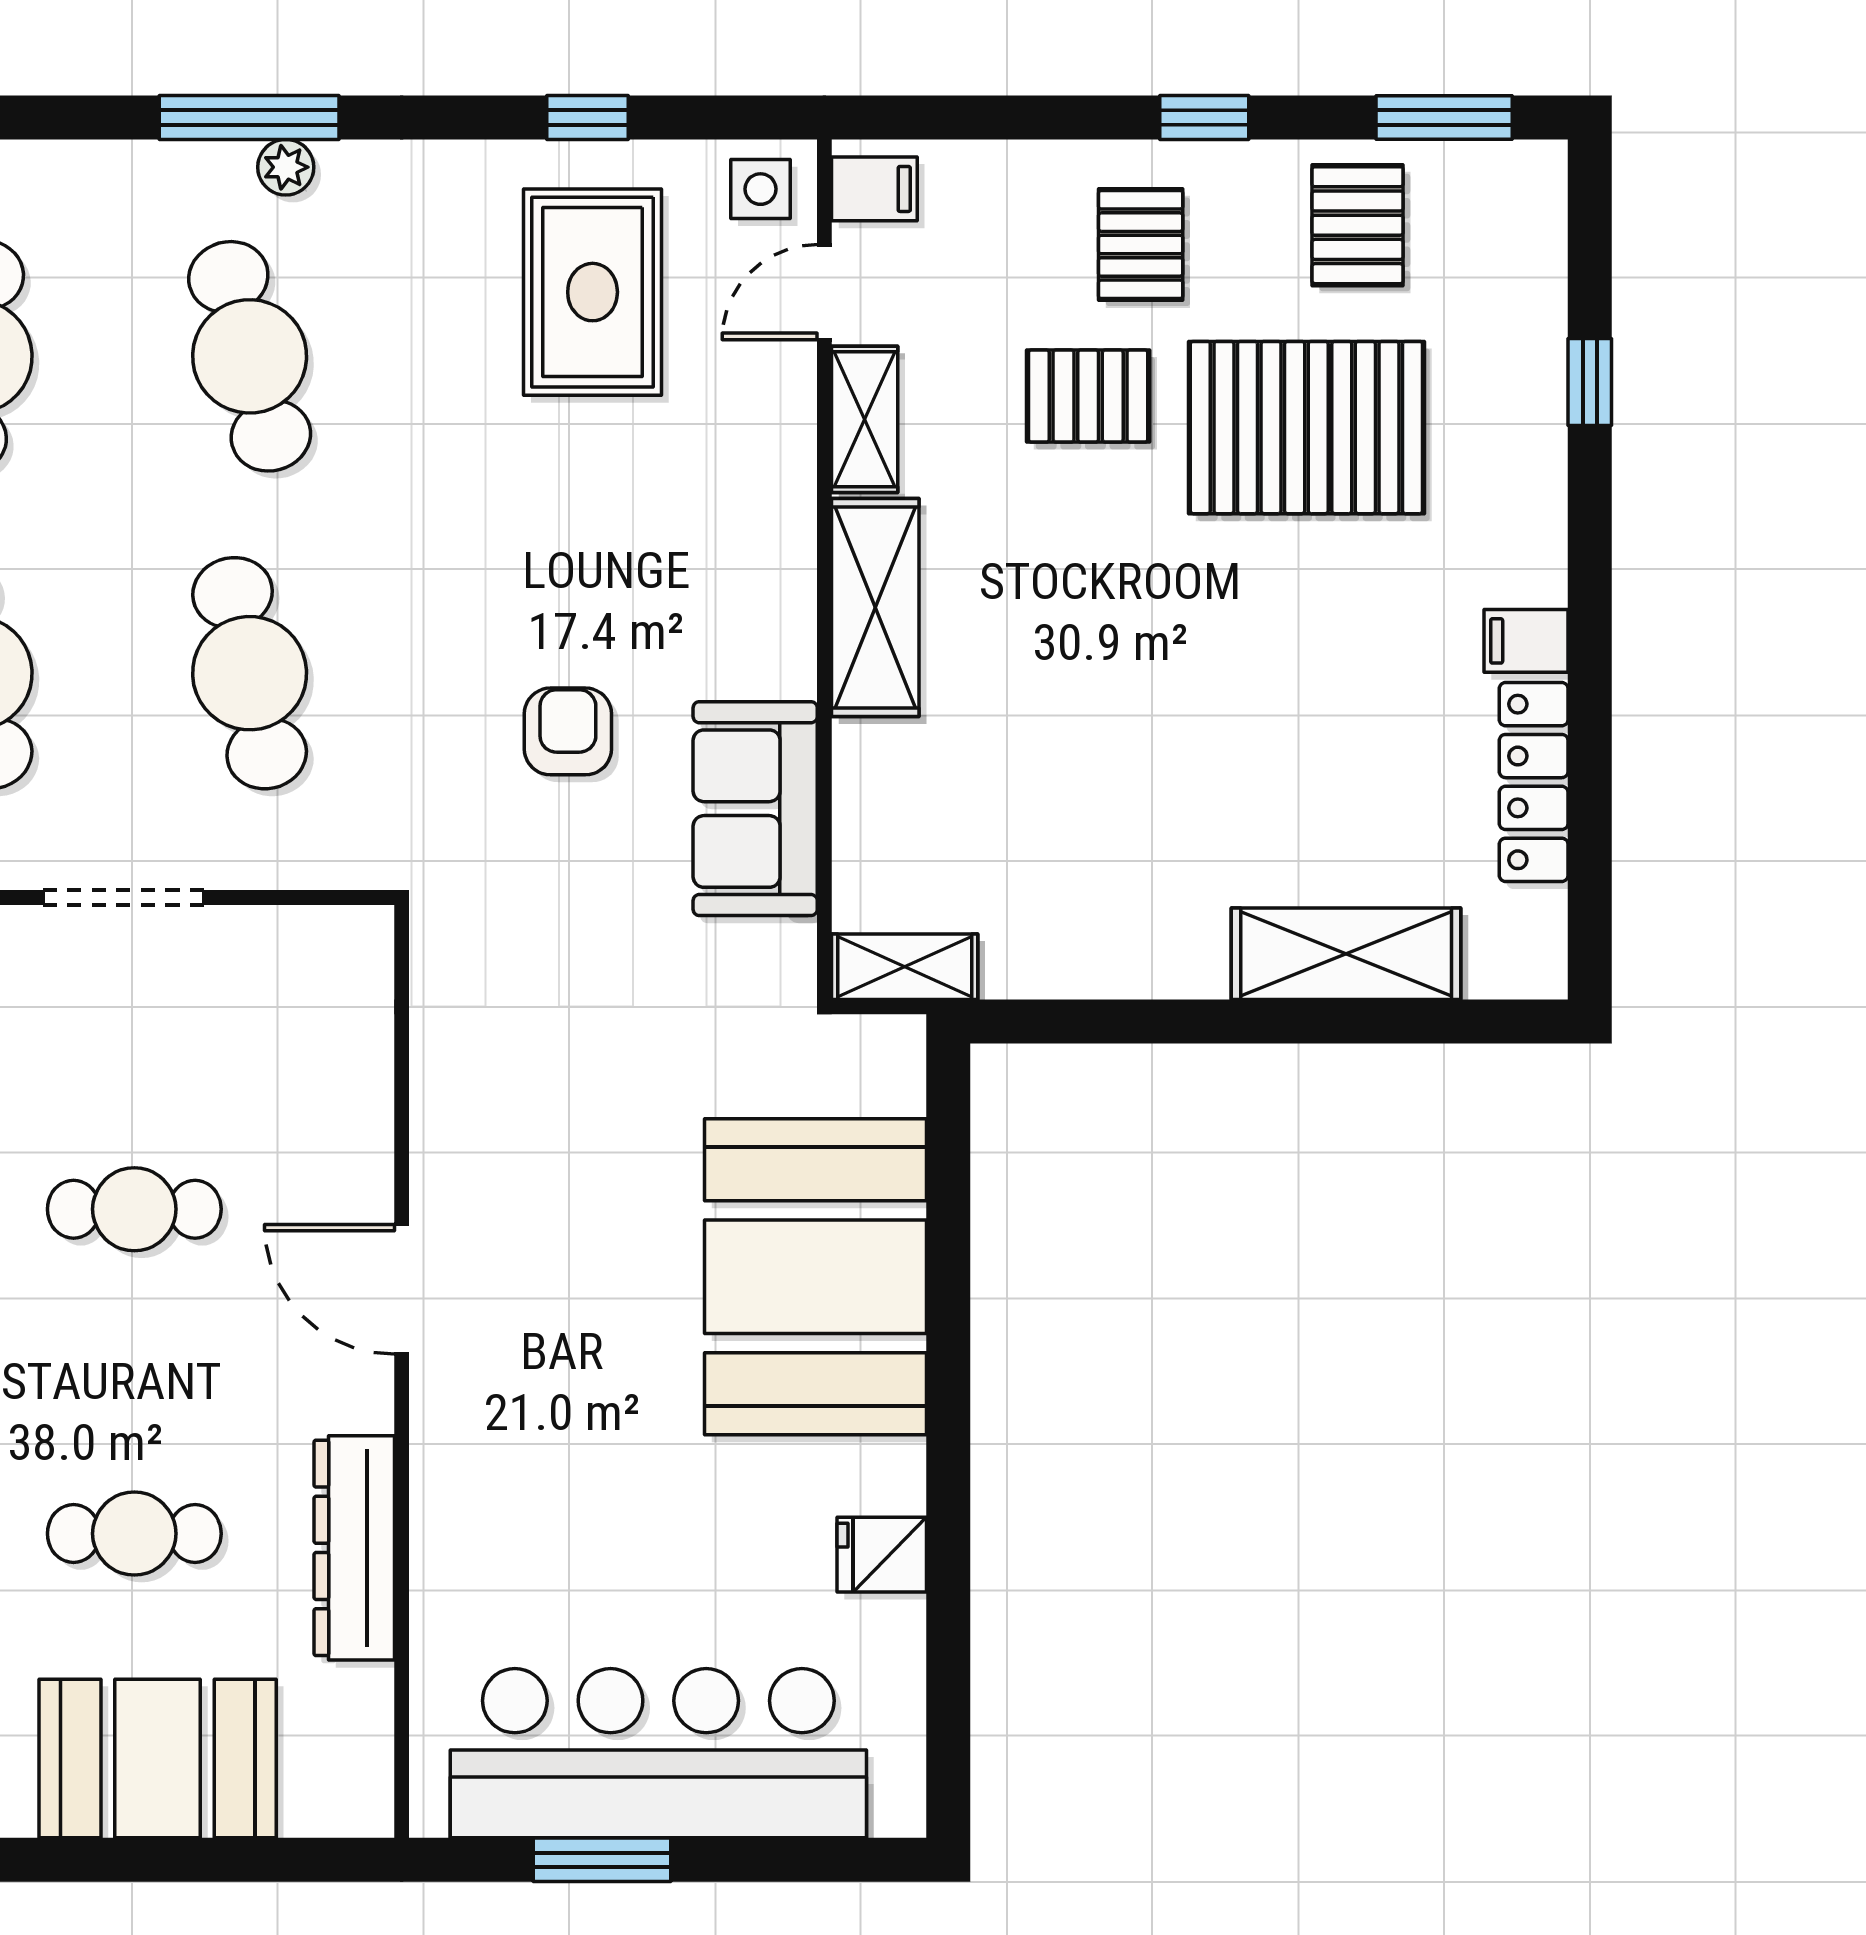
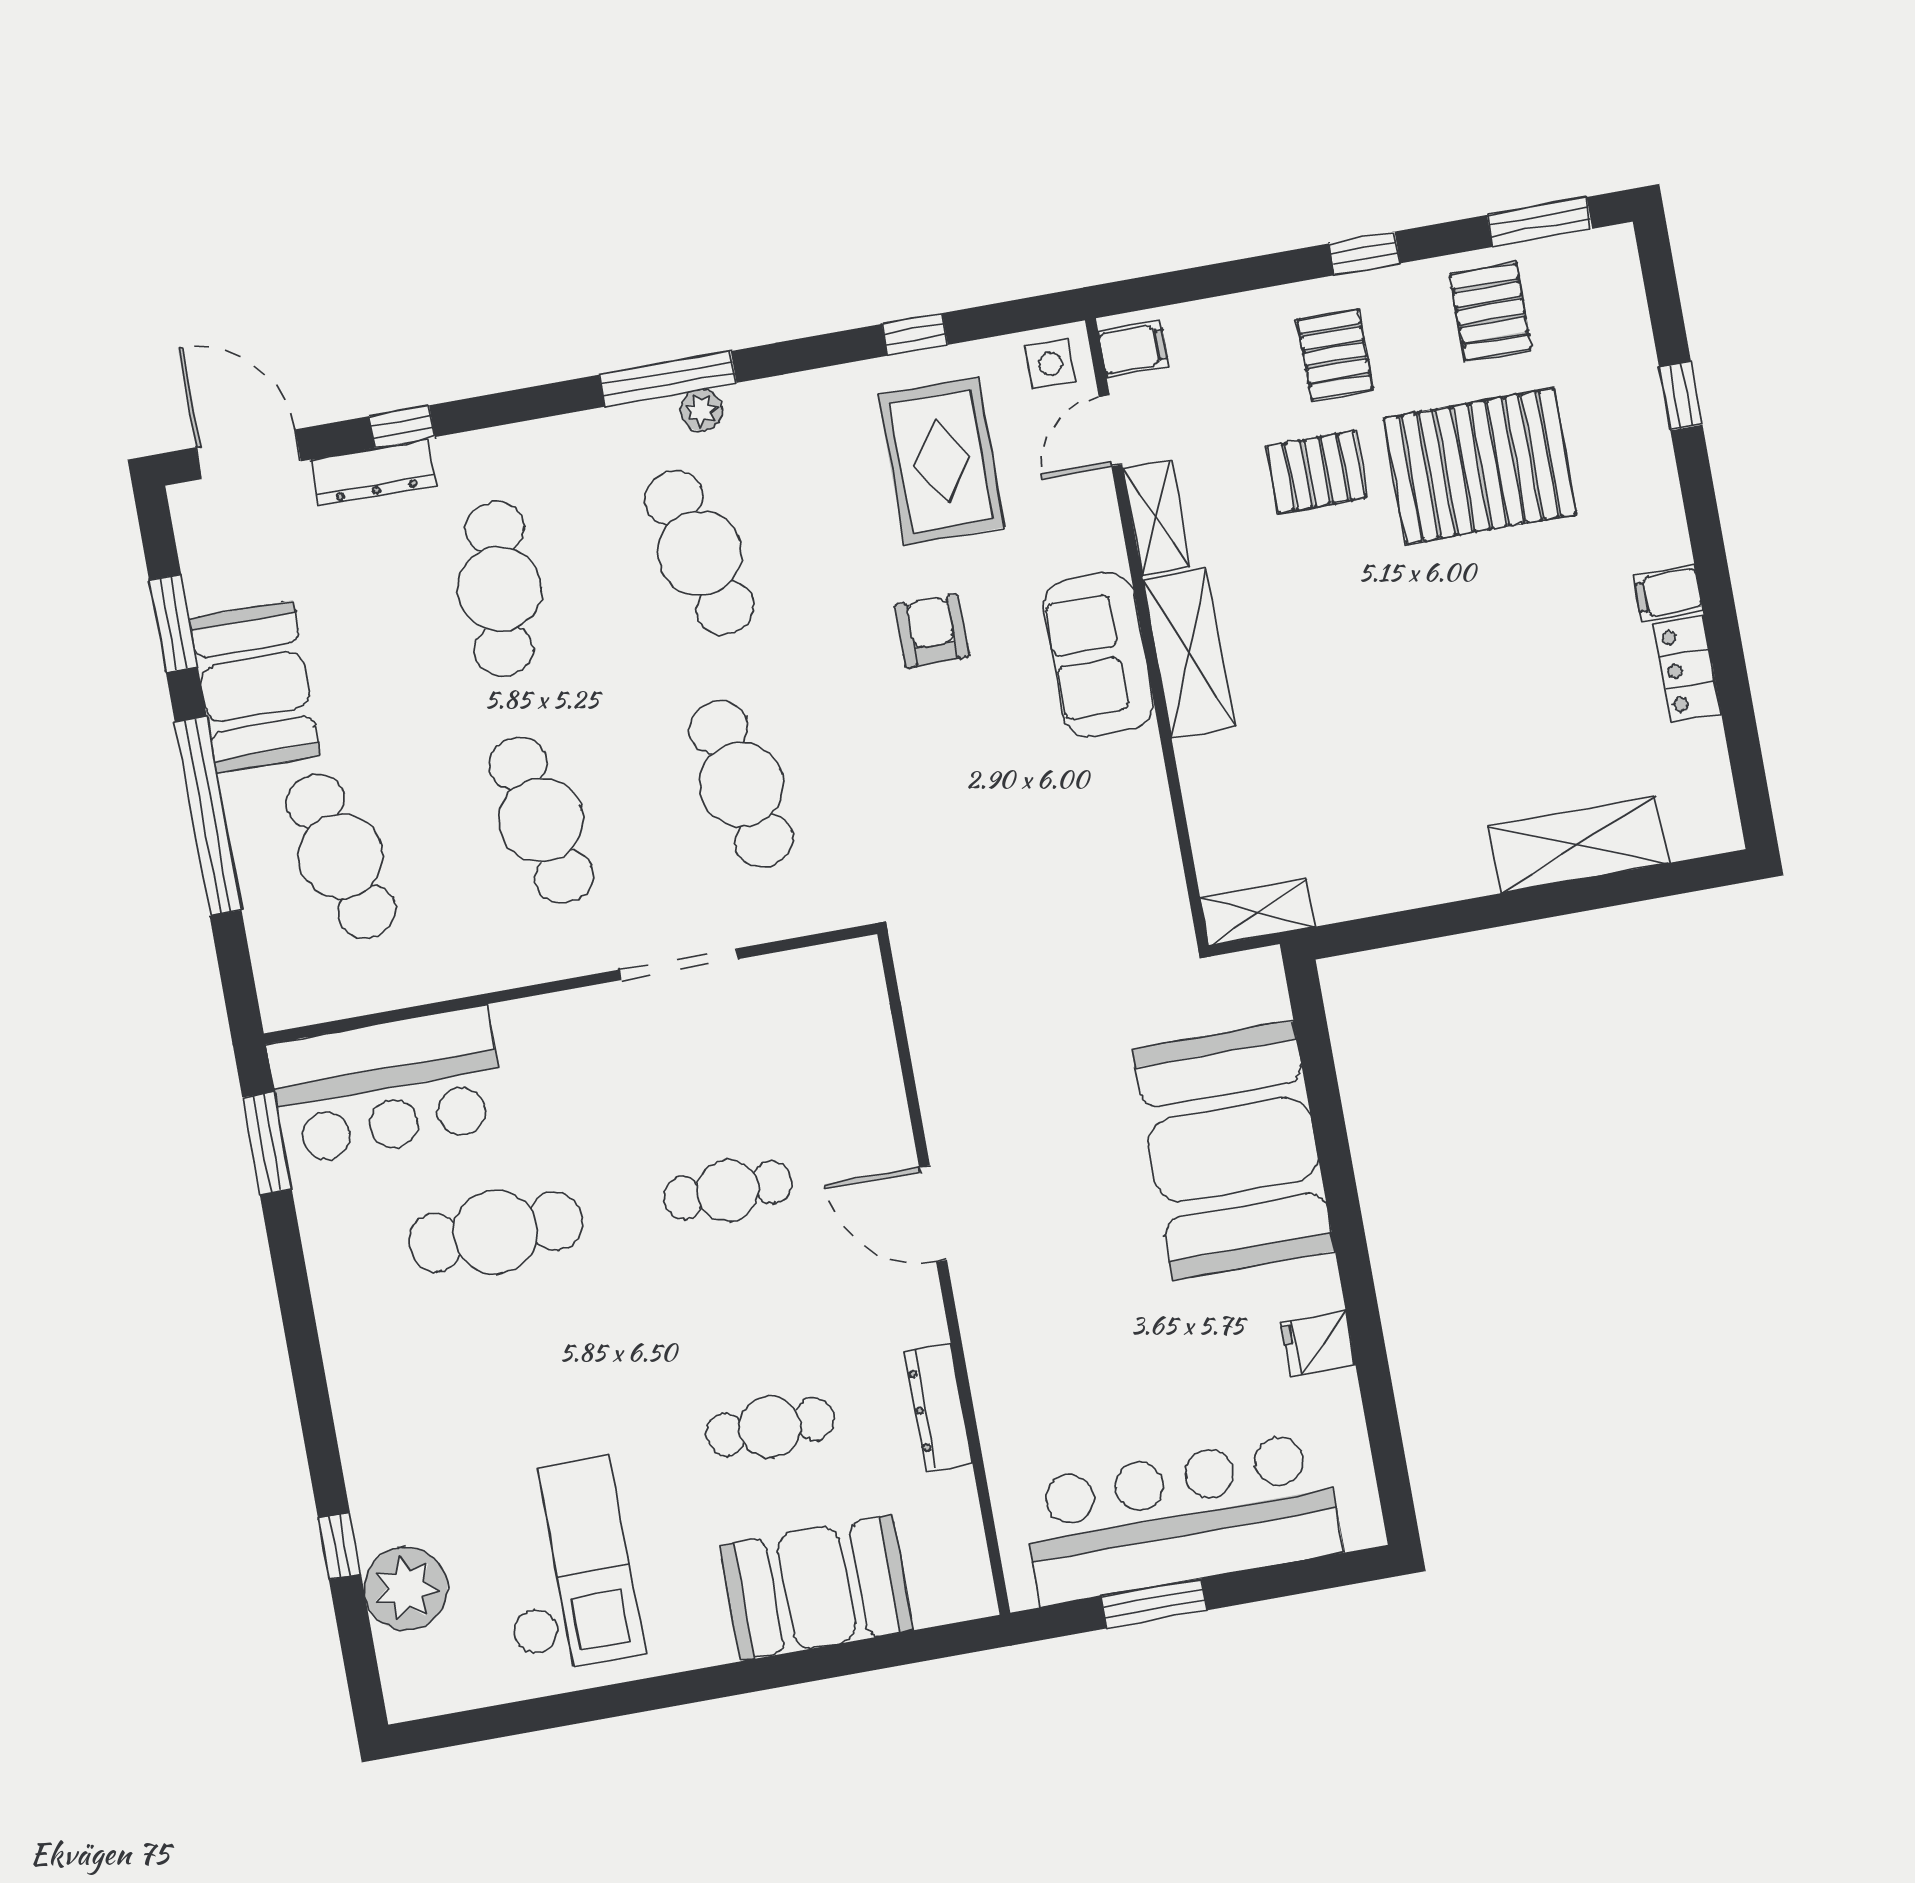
armchair: (568, 731) -> (932, 631), moved
locker: (1534, 782) -> (1687, 669), width x0.66
sofa: (755, 809) -> (1099, 655), moved
dresser: (354, 1548) -> (938, 1407), width x0.73, depth x0.80

